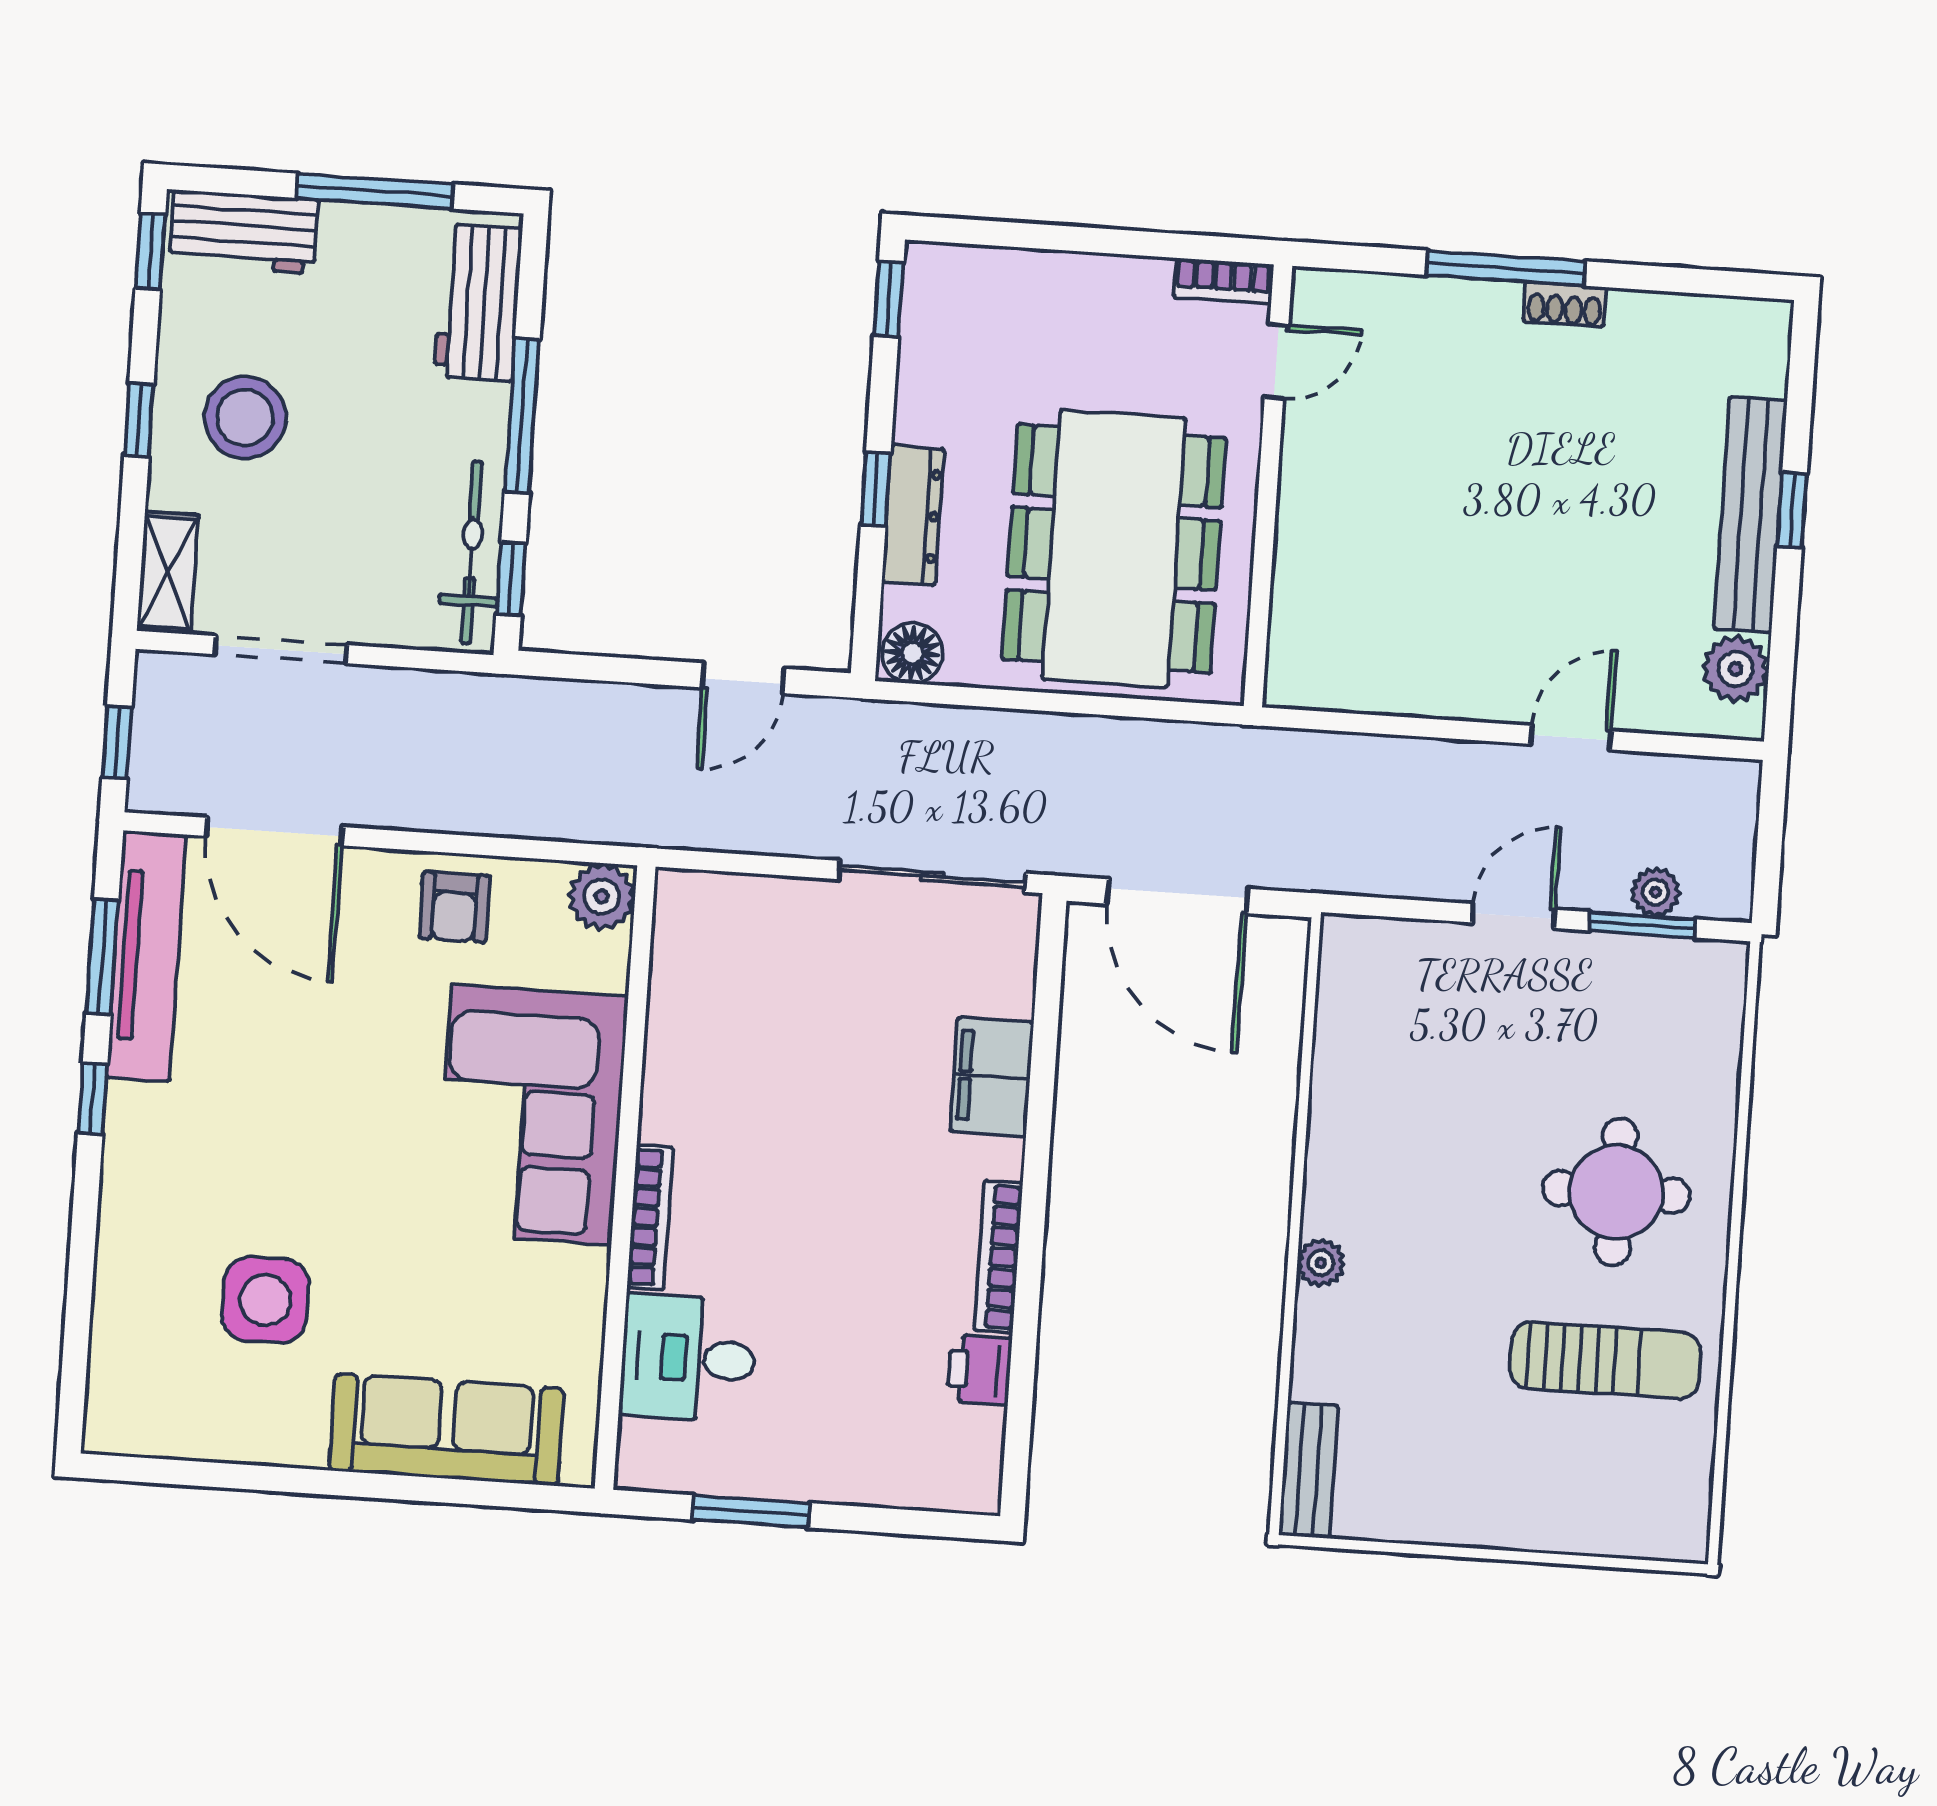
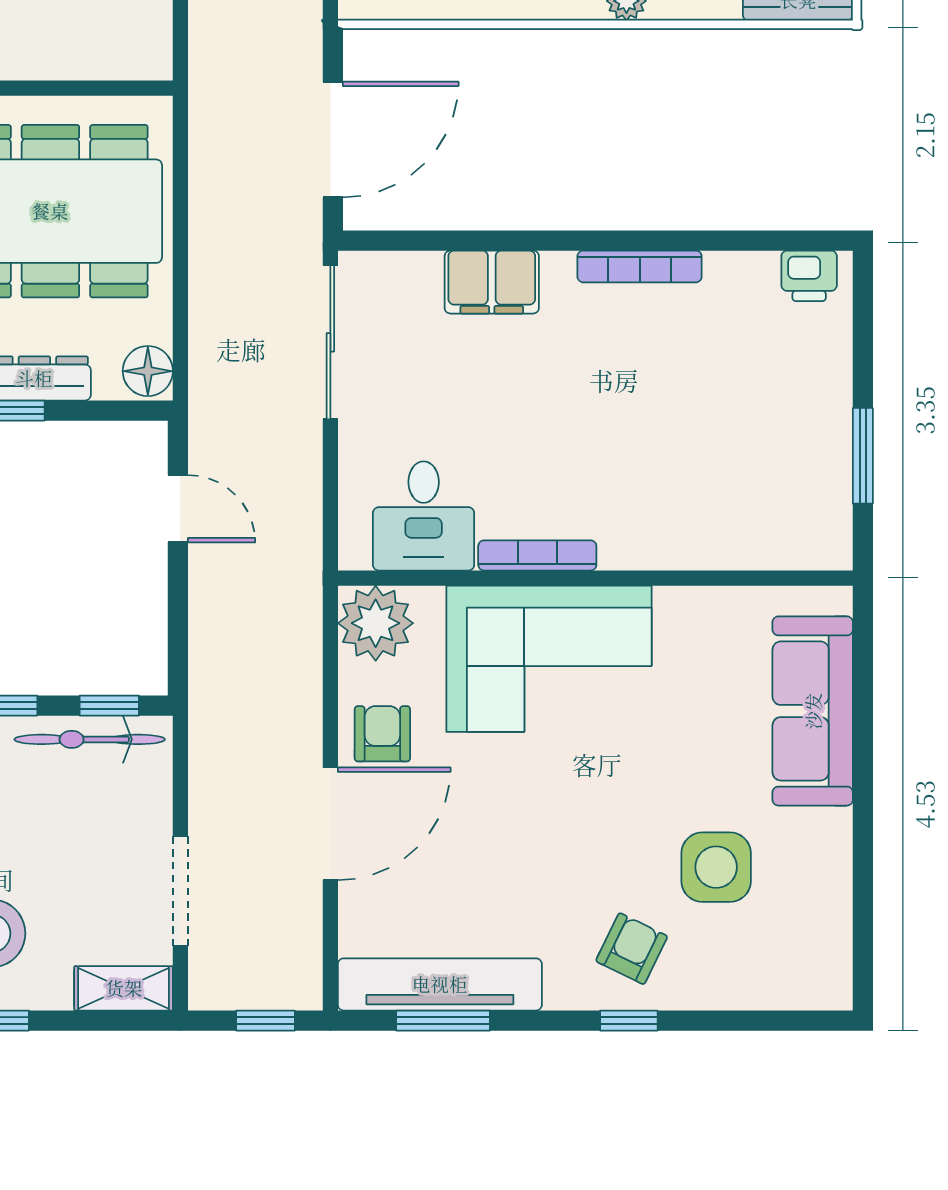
door: (274, 832) -> (330, 824), moved
plant: (602, 897) -> (376, 623), width x1.36, depth x1.36
armchair: (454, 907) -> (382, 734), turned -90
window: (93, 1099) -> (629, 1021), moved
armchair: (174, 1191) -> (632, 949), added
bookcase: (650, 1217) -> (537, 555), moved
desk: (688, 1358) -> (424, 516), moved
printer: (979, 1370) -> (809, 276), moved

